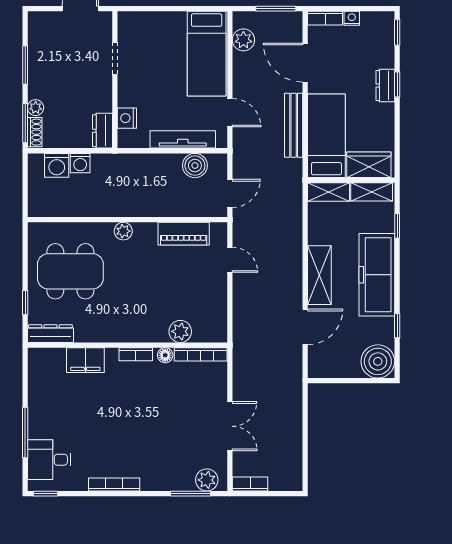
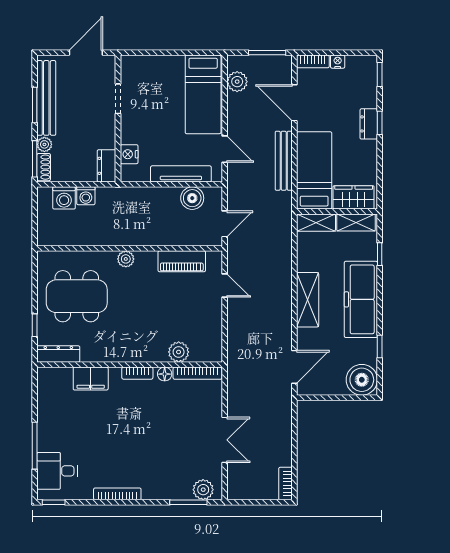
bench: (38, 57) -> (46, 98), added
door: (305, 327) -> (294, 367), moved
bookcase: (250, 484) -> (285, 484), moved, turned -90

